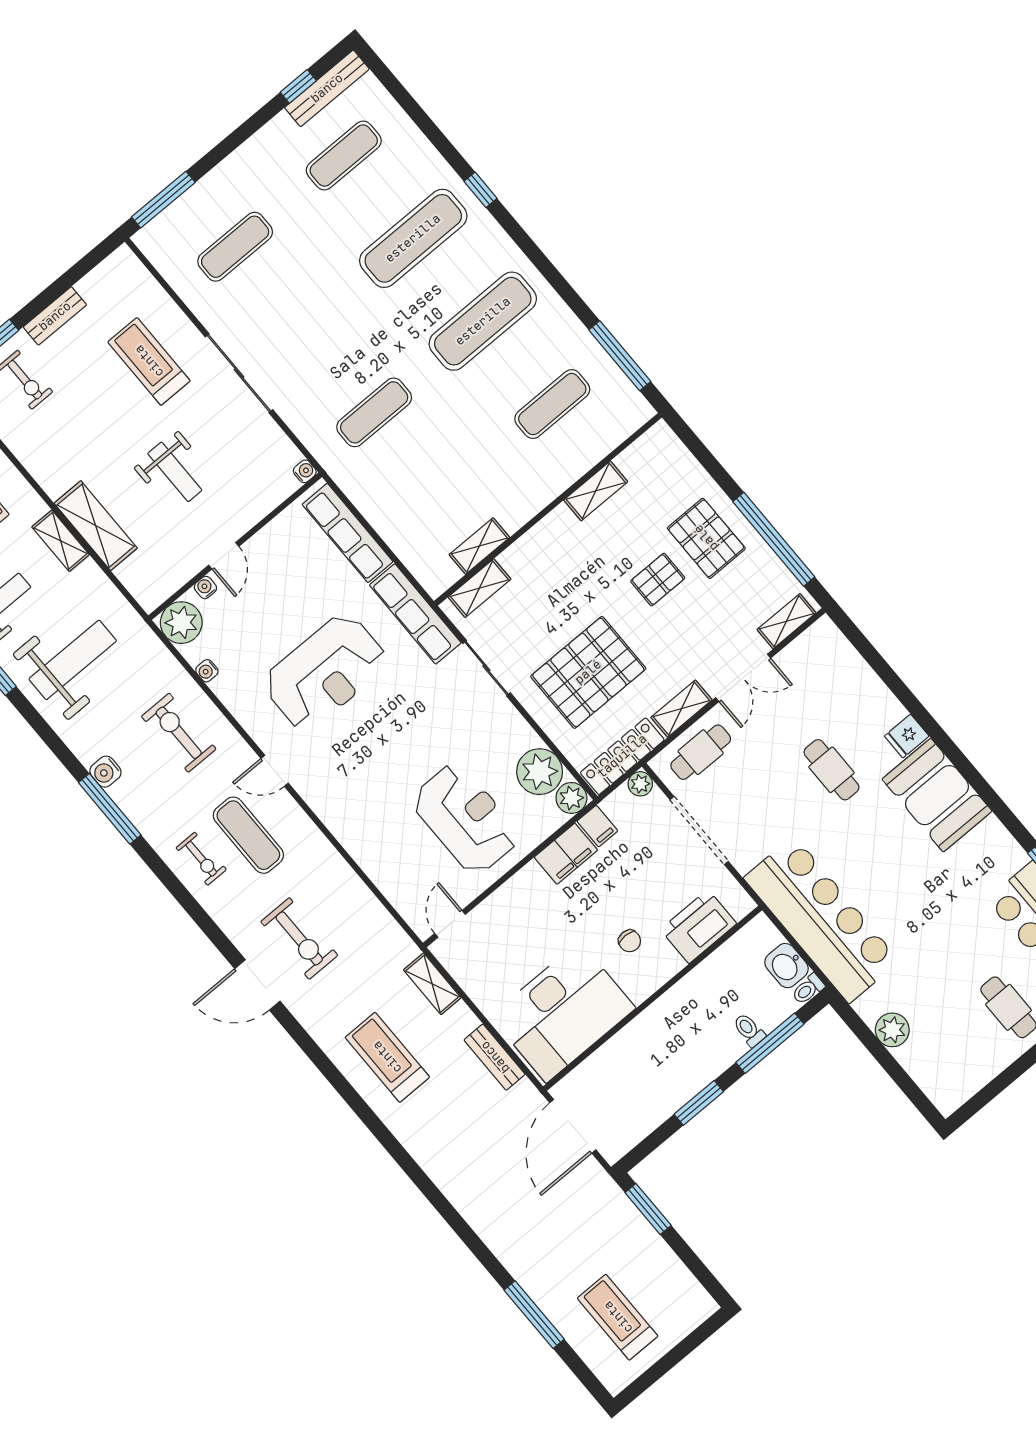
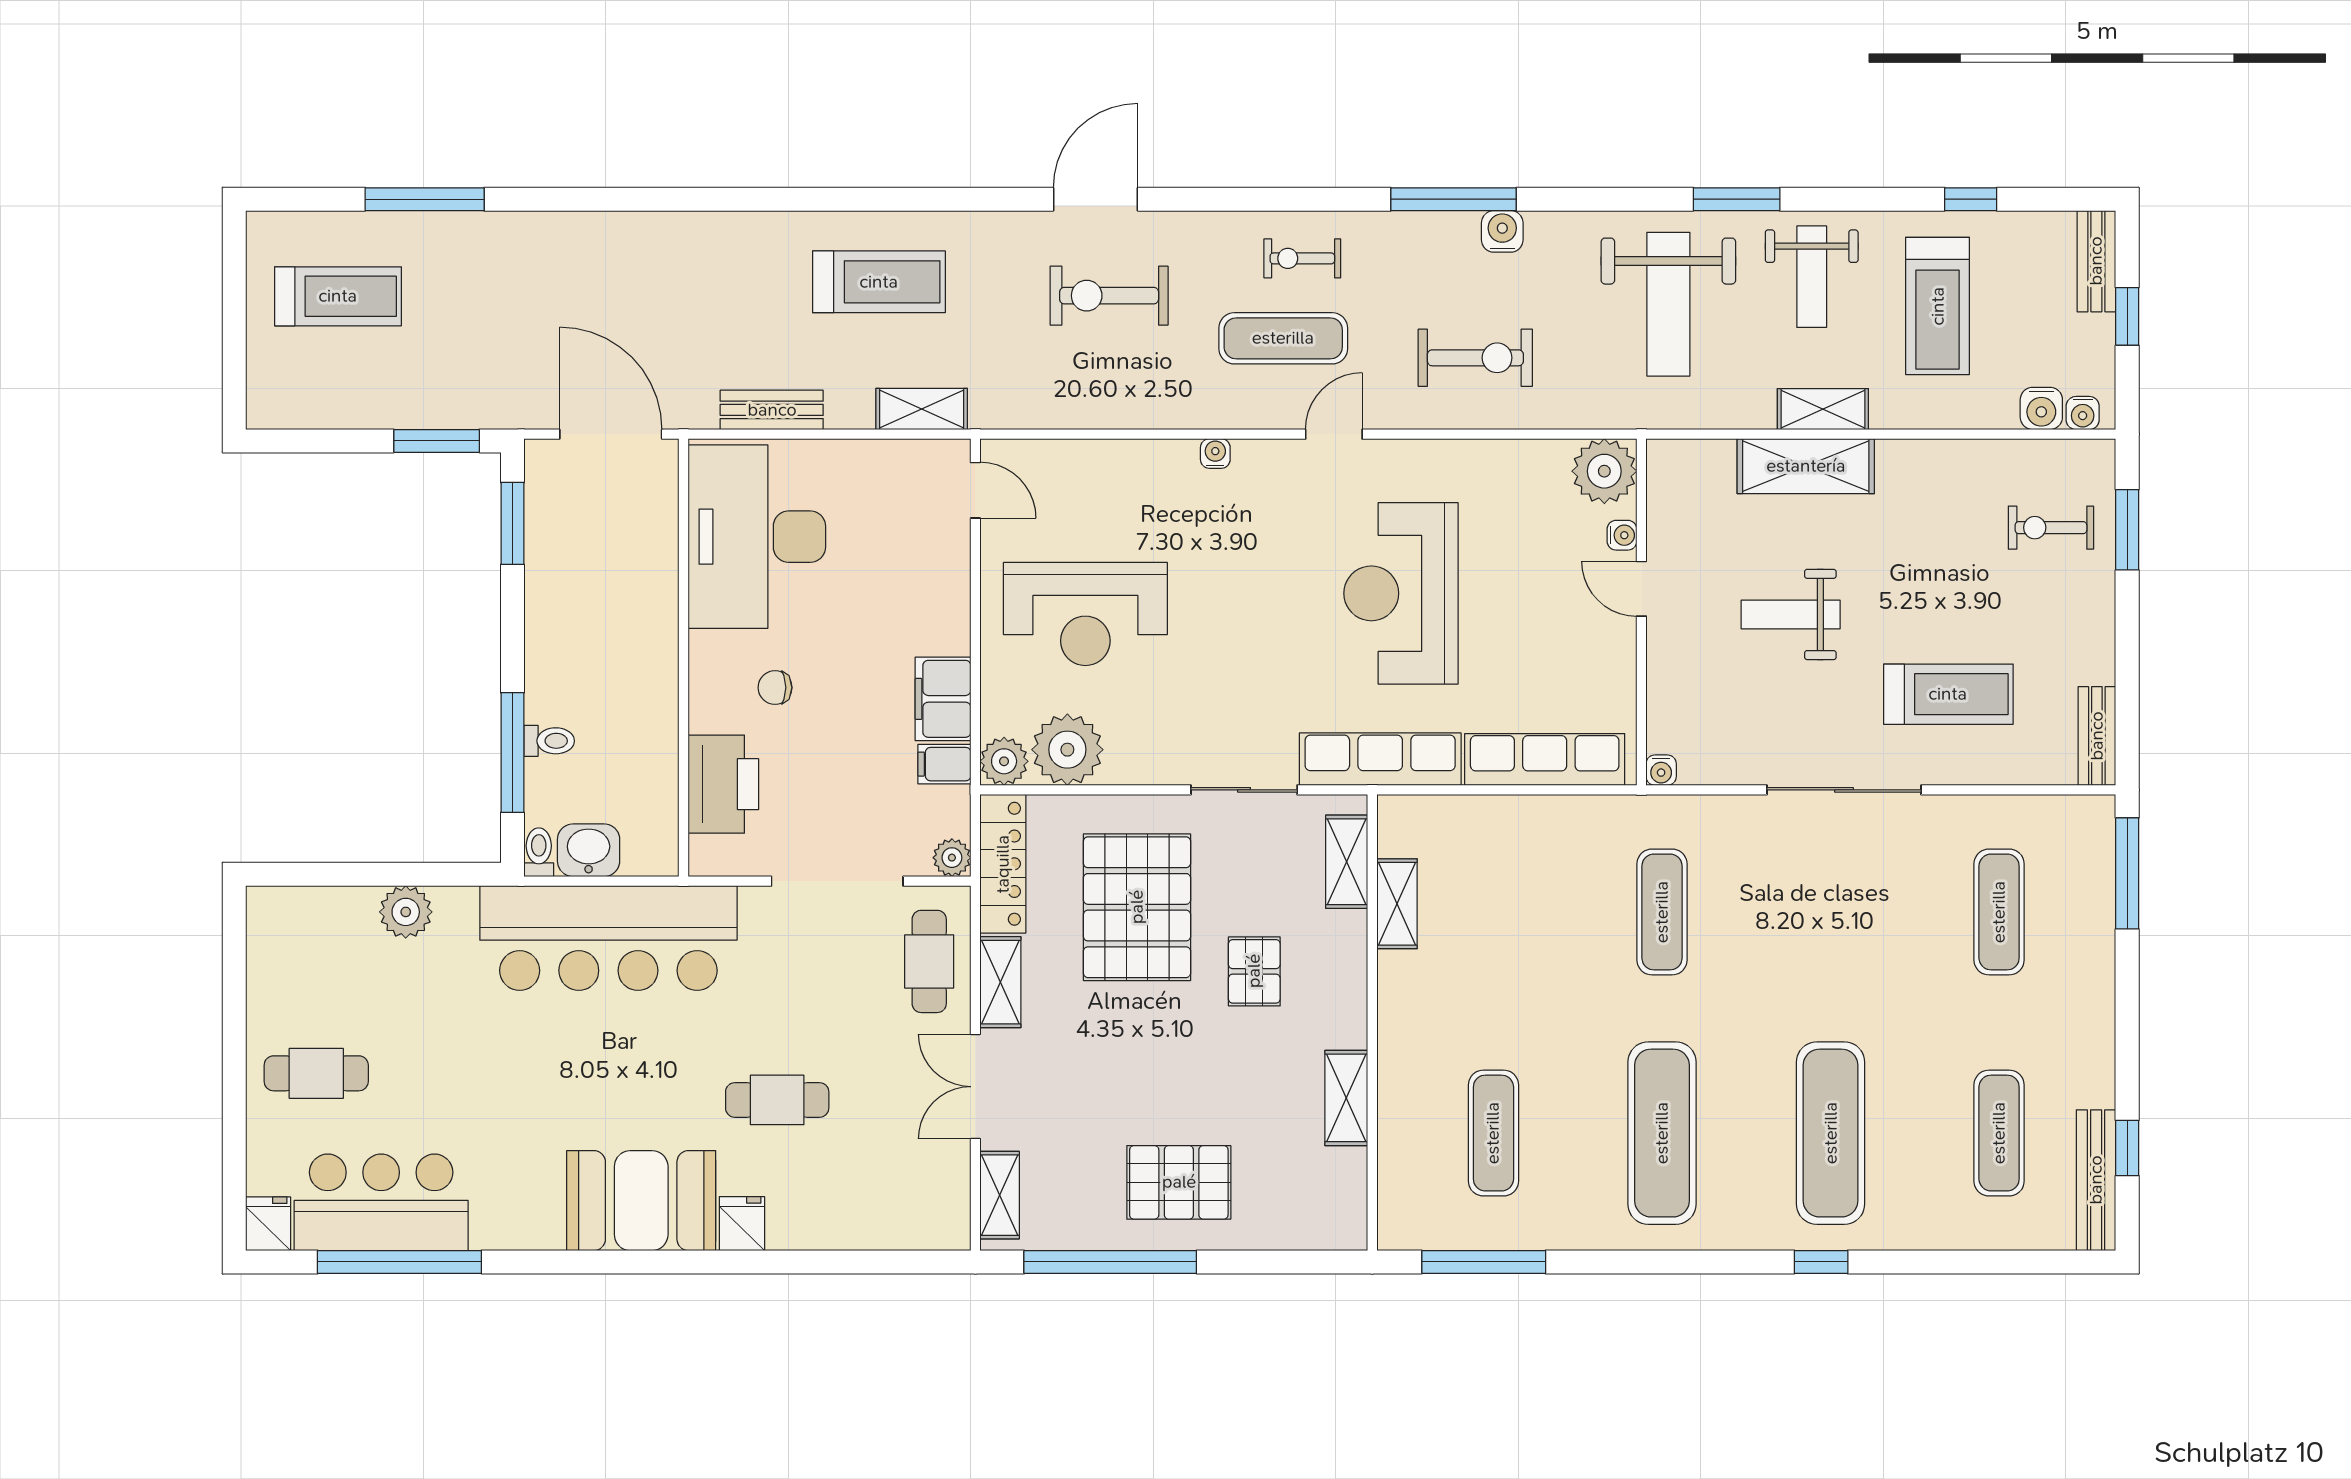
bench: (55, 316) -> (2097, 736), moved
pallet: (658, 580) -> (1254, 971), moved
water cooler: (207, 671) -> (1215, 454), moved
window: (699, 1103) -> (512, 523), moved

